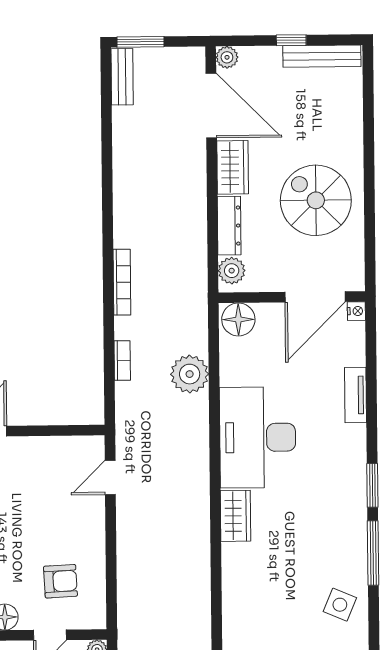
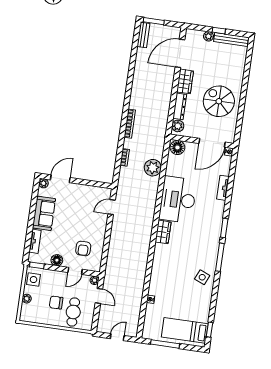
plant: (227, 57) -> (209, 36), moved
door: (211, 106) -> (180, 53), swing flipped
armchair: (60, 581) -> (83, 248), turned 93

